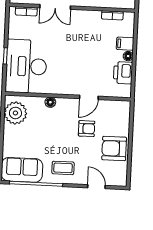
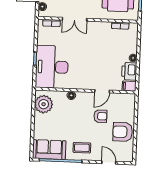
filing cabinet: (125, 44) -> (129, 86), moved

